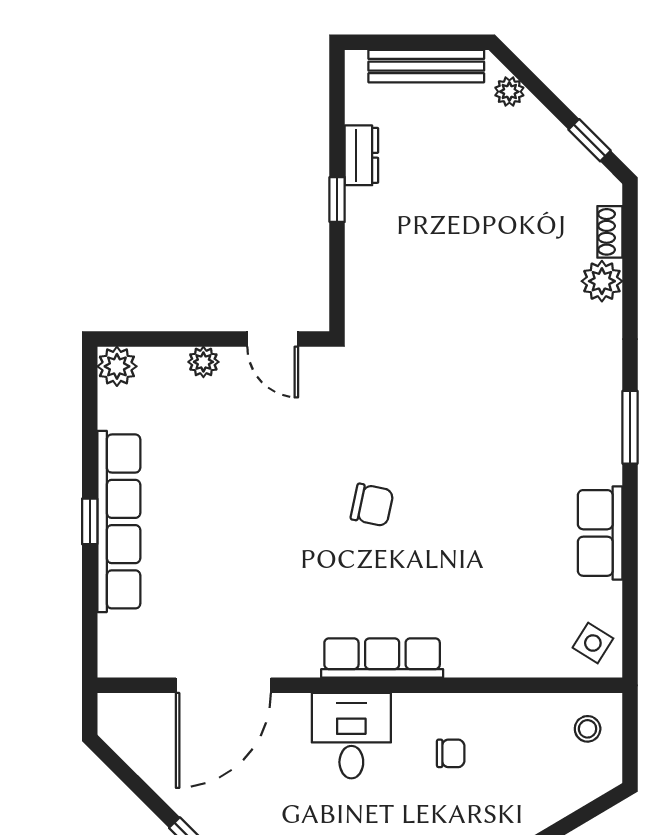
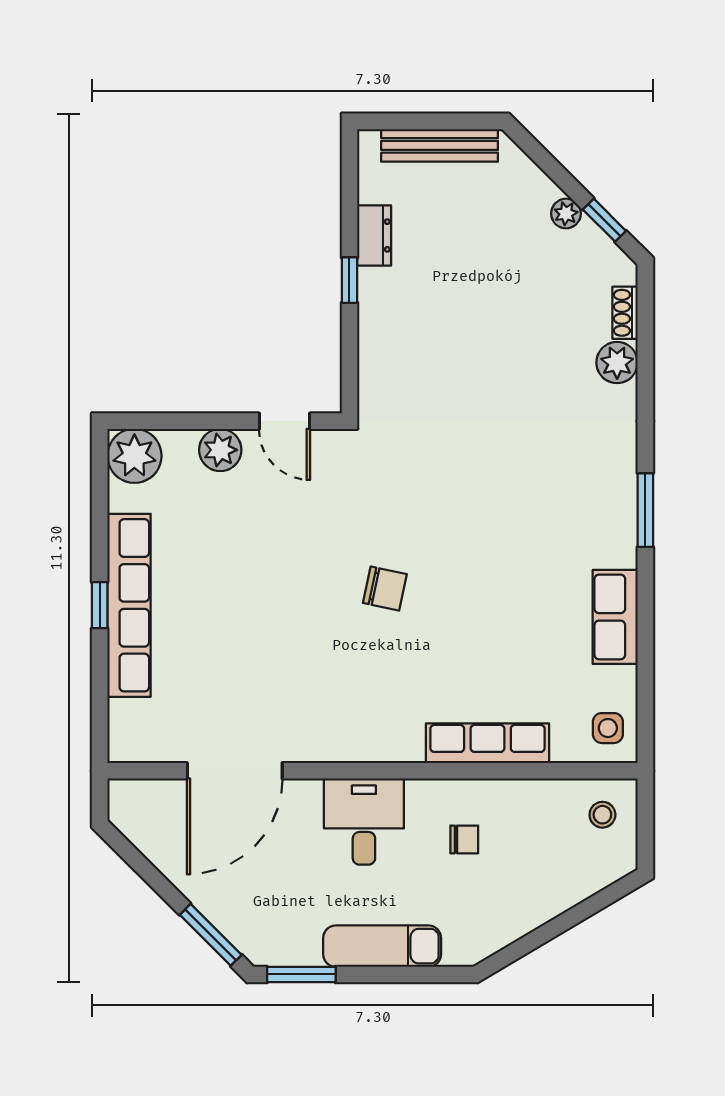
plant: (509, 92) -> (566, 214), moved
plant: (203, 362) -> (220, 450), width x1.38, depth x1.38
plant: (117, 366) -> (134, 456), width x1.36, depth x1.36
side table: (593, 643) -> (608, 728), turned -32
row of seats: (382, 658) -> (487, 743), moved

